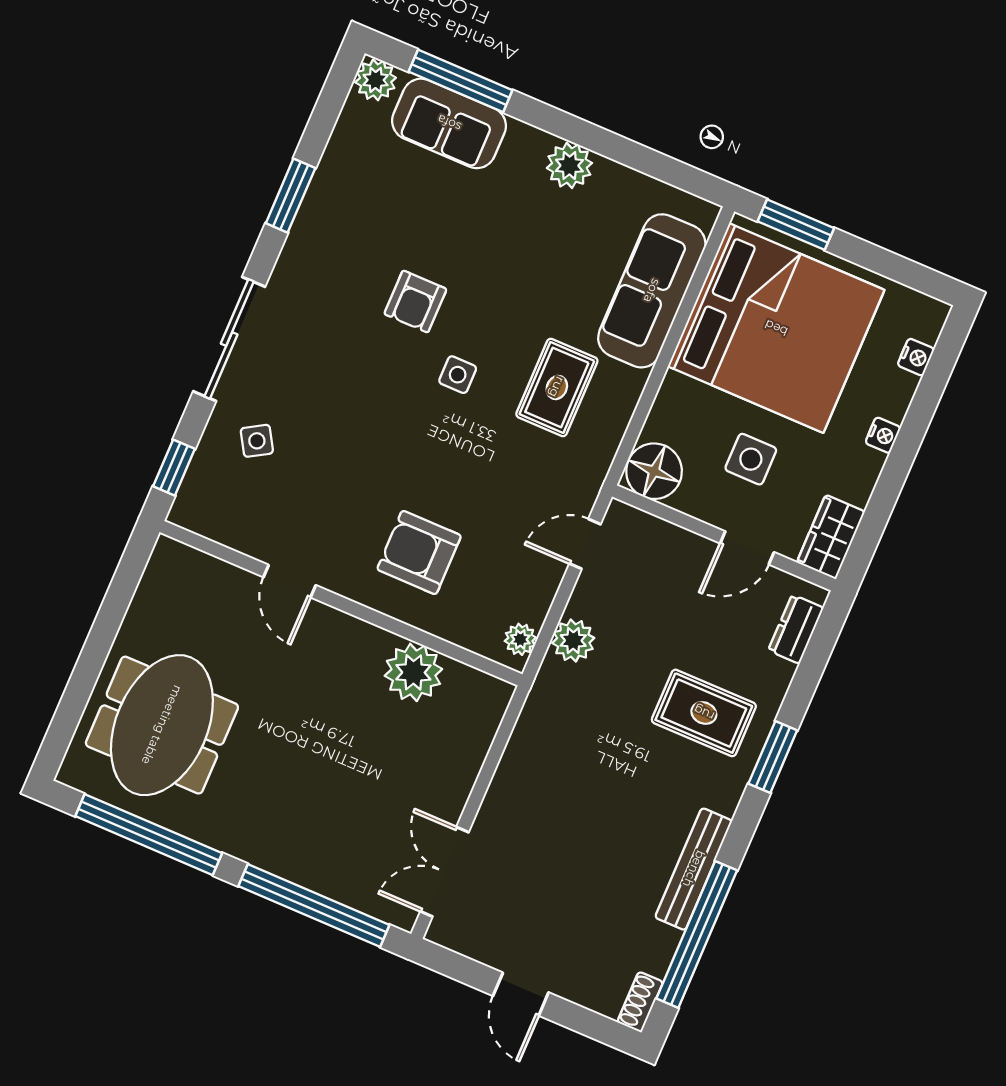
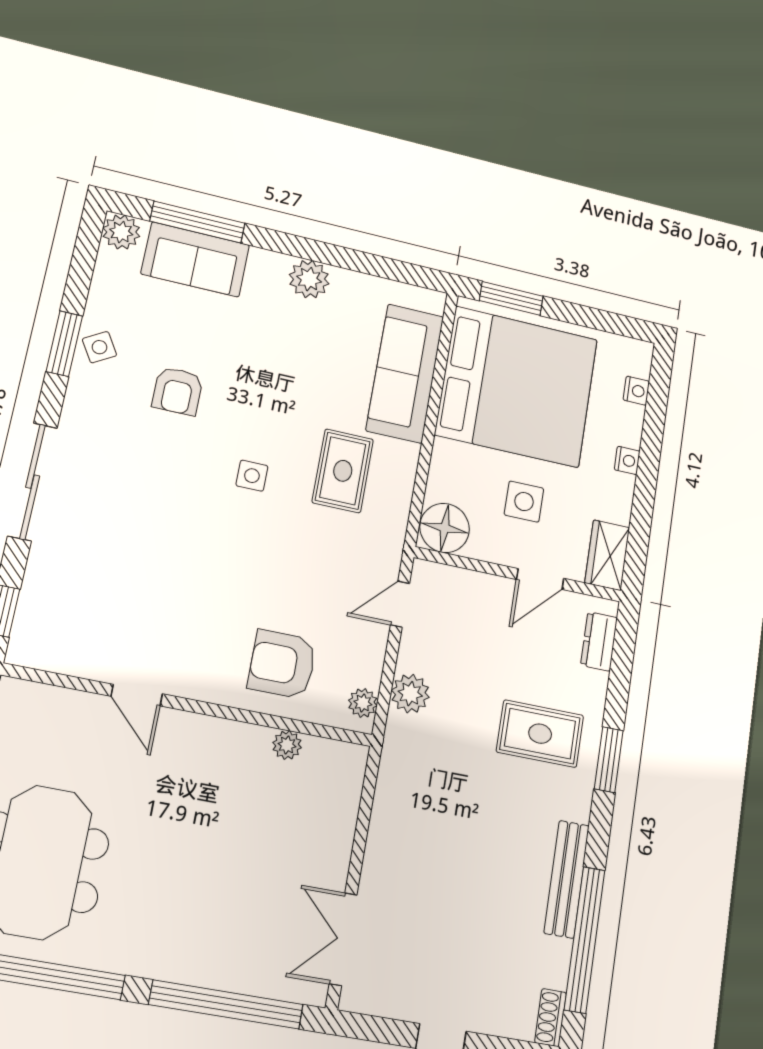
armchair: (415, 302) -> (178, 391), moved
side table: (257, 441) -> (99, 347), moved
armchair: (419, 552) -> (282, 664), moved
plant: (413, 672) -> (287, 745), width x0.53, depth x0.53

